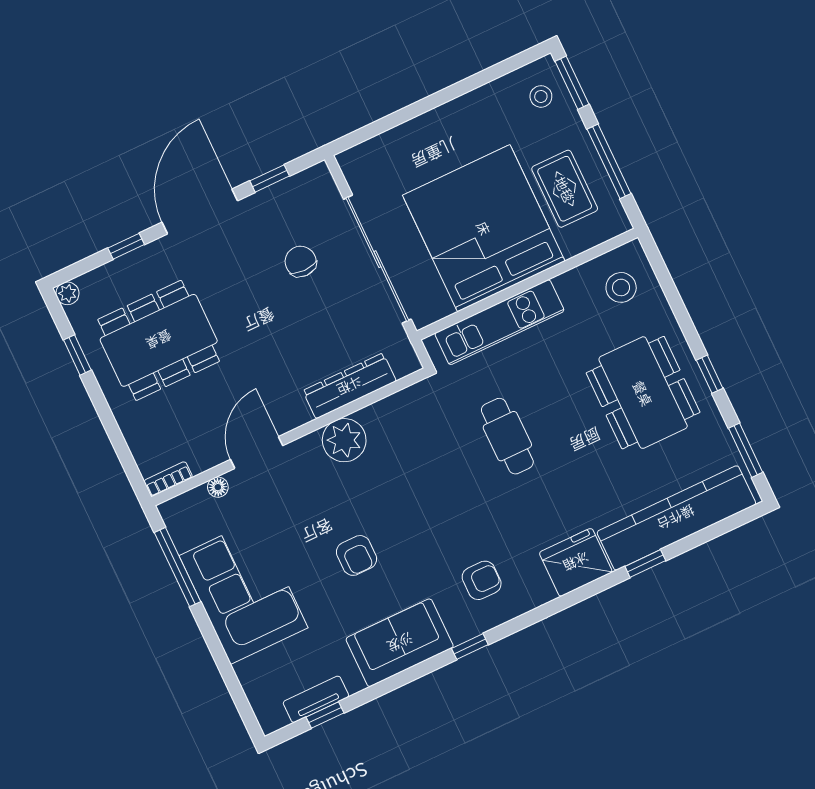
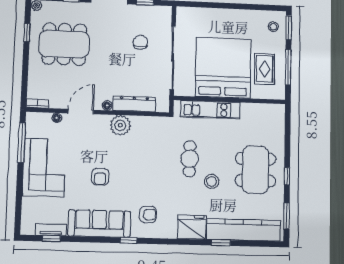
stool: (621, 287) -> (212, 181), moved
floor lamp: (300, 415) -> (107, 106), added
sofa: (400, 643) -> (99, 224), width x1.36

